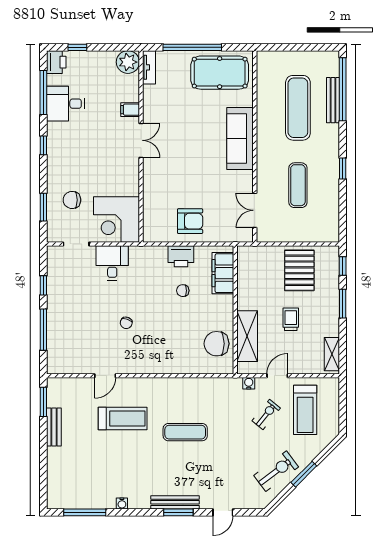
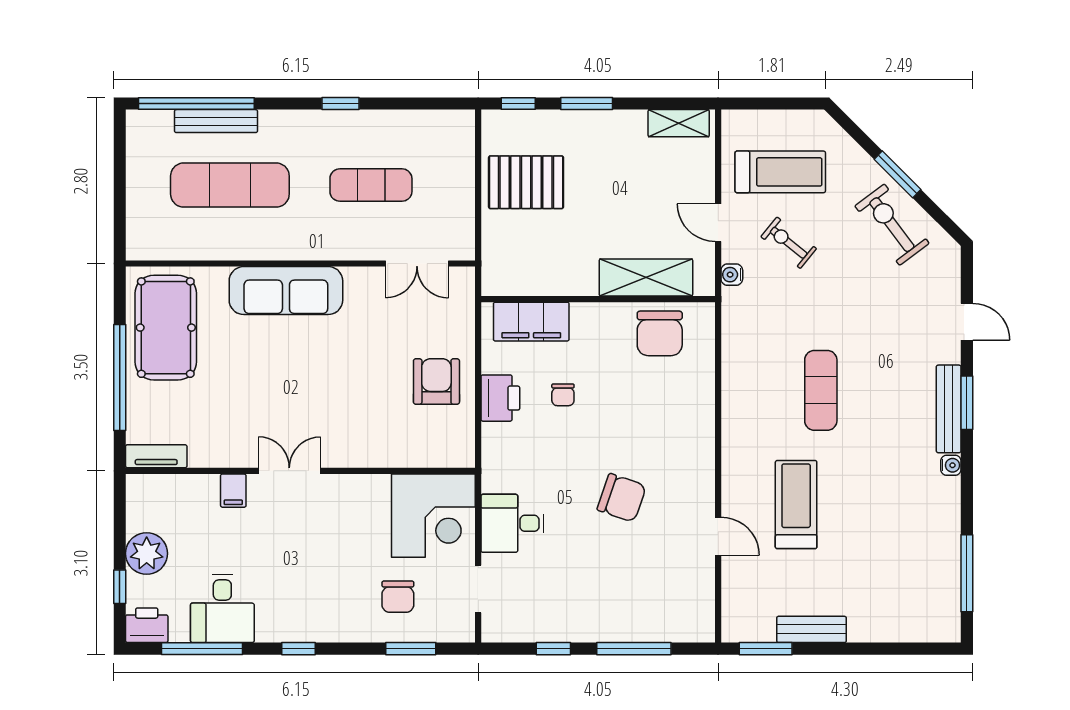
plant: (128, 62) -> (147, 553), moved
trolley: (291, 319) -> (615, 198), removed
chair: (126, 323) -> (622, 498), width x1.87, depth x1.87
water cooler: (122, 504) -> (951, 465), moved

